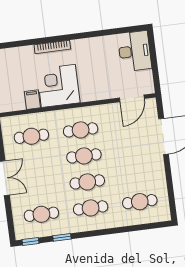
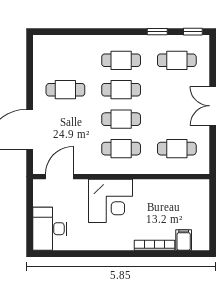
bookcase: (52, 47) -> (154, 245), moved
corner desk: (58, 86) -> (111, 201), moved
filing cabinet: (32, 100) -> (184, 240), moved, turned 180
cafe table: (140, 202) -> (65, 90), moved

